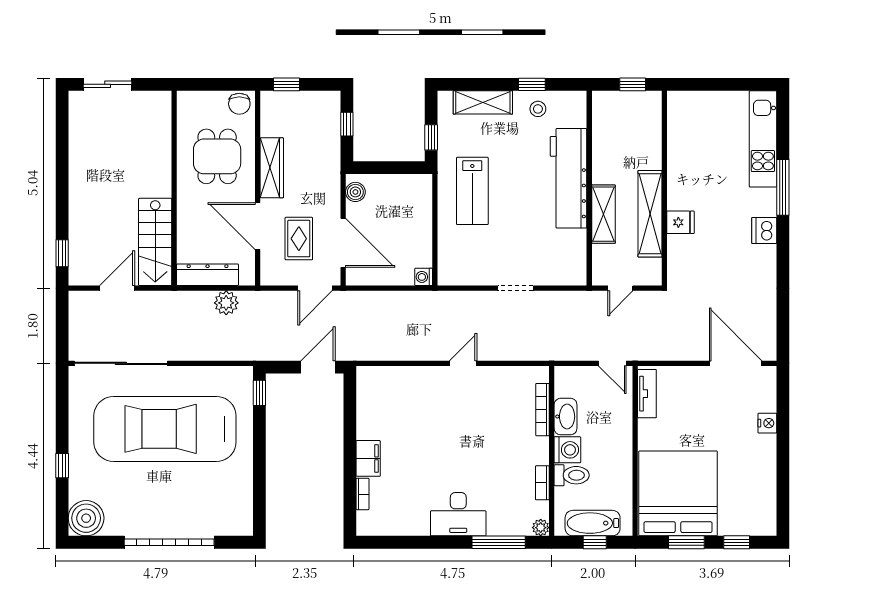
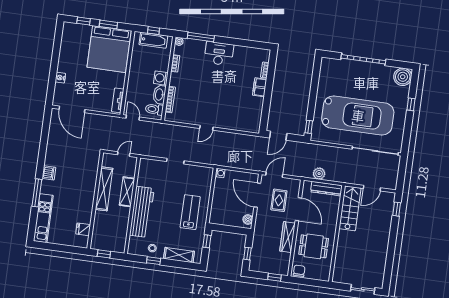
dining table: (217, 156) -> (314, 246), turned 90
fridge: (680, 222) -> (83, 229), moved
toilet: (572, 475) -> (154, 109), moved

